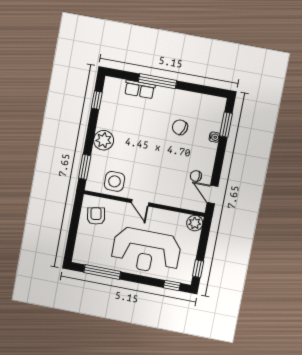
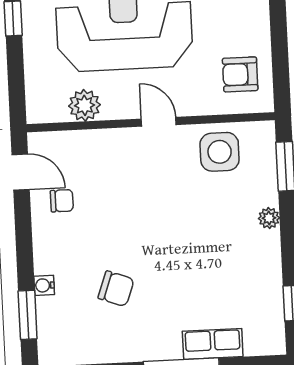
plant: (104, 140) -> (269, 218), width x0.53, depth x0.53
armchair: (96, 216) -> (240, 74), turned 100
plant: (195, 223) -> (85, 105), moved

